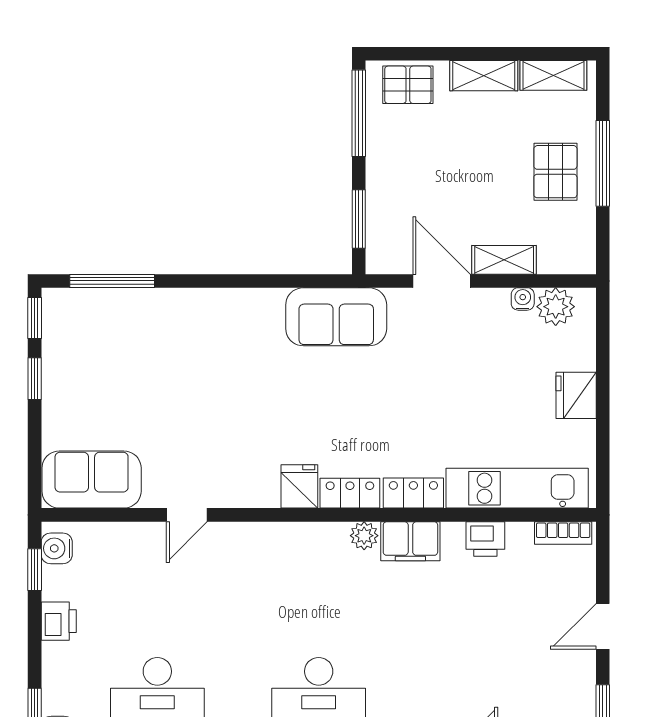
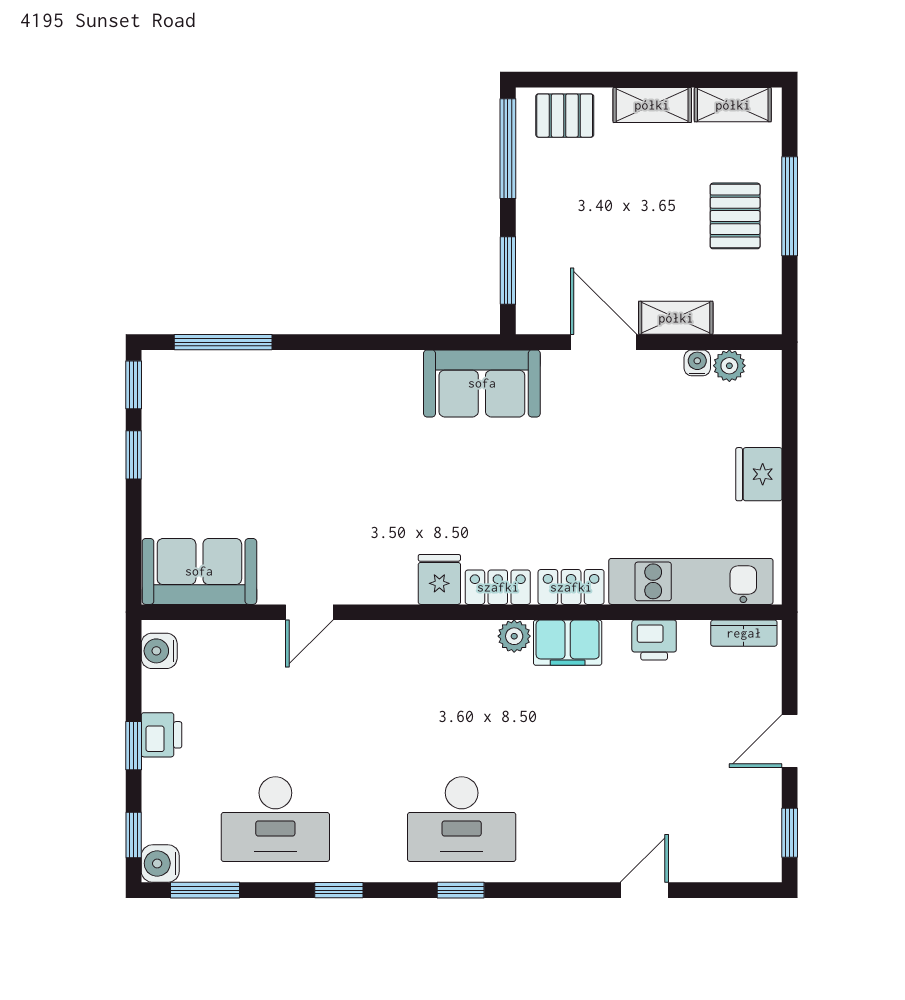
plant: (556, 307) -> (729, 366), width x0.73, depth x0.73
window: (35, 570) -> (134, 746), moved

